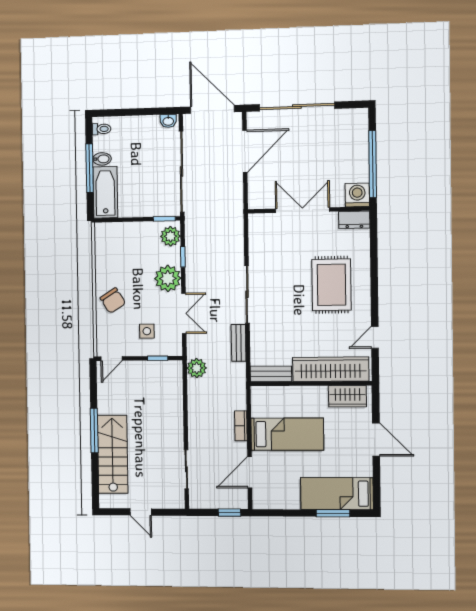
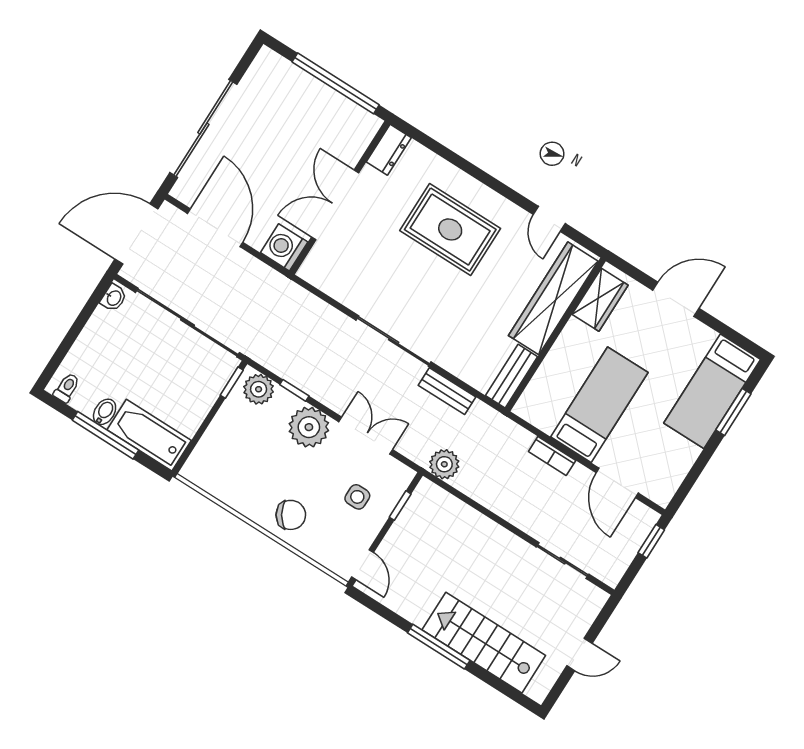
washing machine: (357, 195) -> (284, 247), moved

